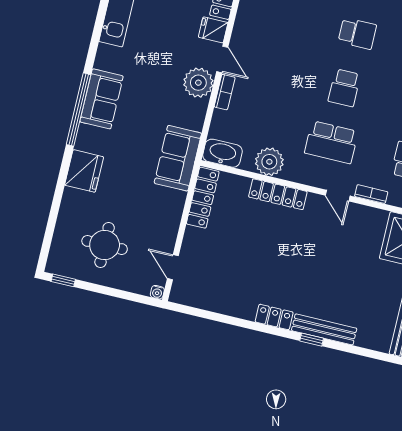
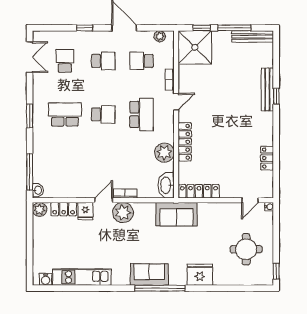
school desk: (357, 33) -> (65, 114), width x1.85
locker: (274, 317) -> (267, 158), moved

